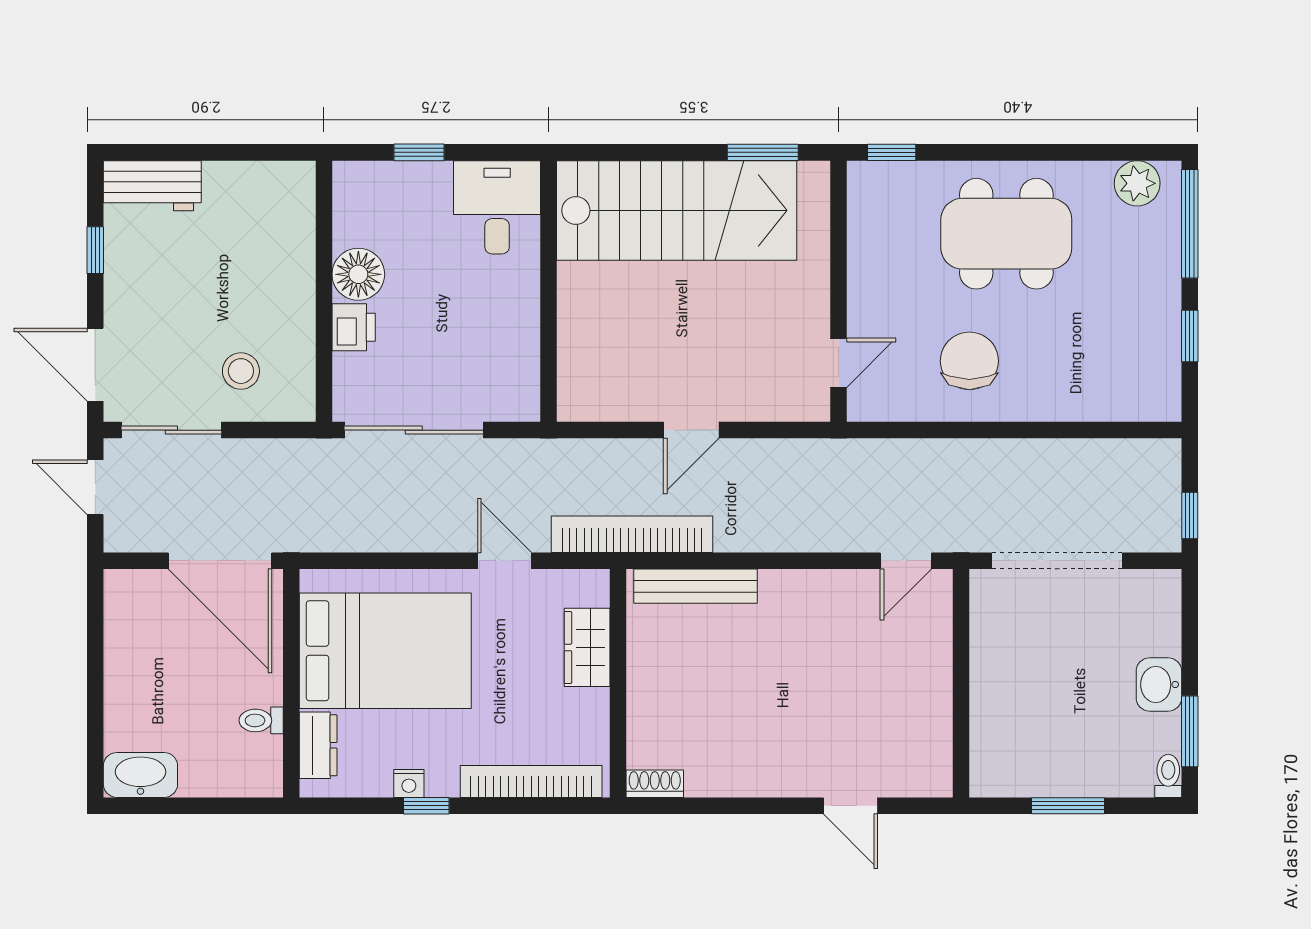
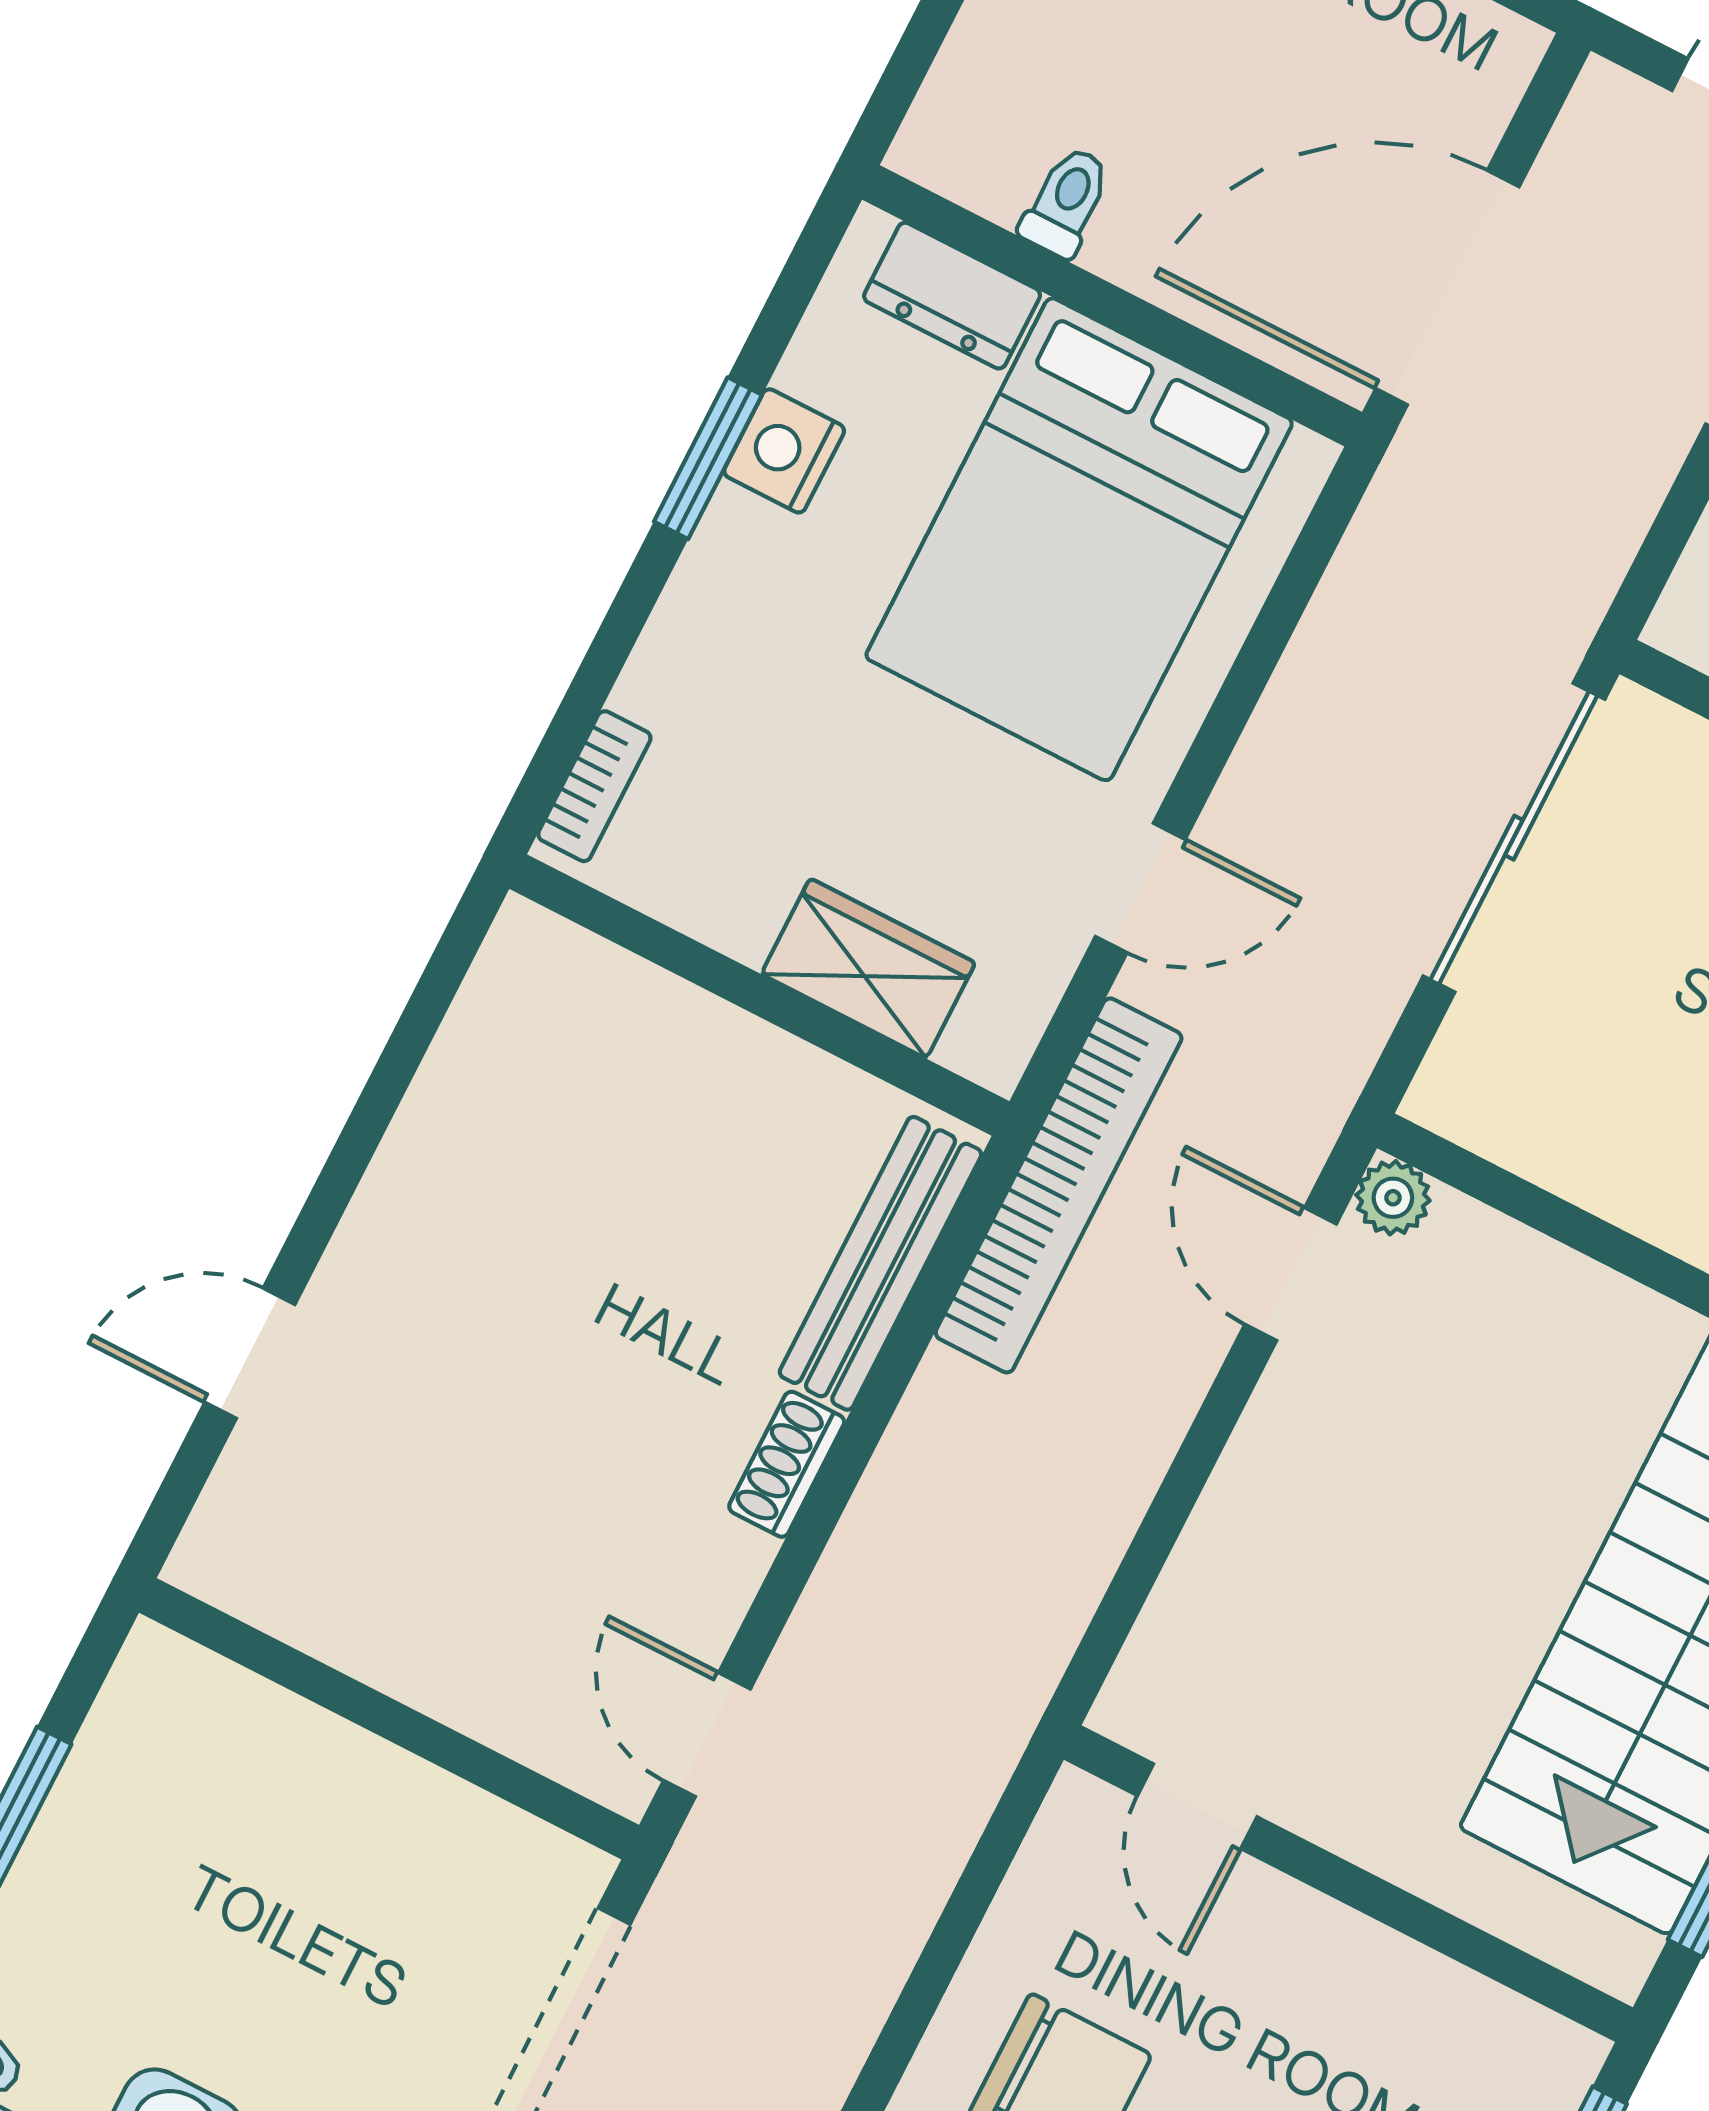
plant: (572, 406) -> (1393, 1198), added
door: (691, 430) -> (1291, 1274), moved
bookcase: (531, 782) -> (594, 786), width x0.43, depth x0.76
nightstand: (409, 783) -> (784, 451), width x1.39, depth x1.35
shoe rack: (655, 784) -> (787, 1464), moved, turned 180
window: (426, 806) -> (708, 458), width x1.50

